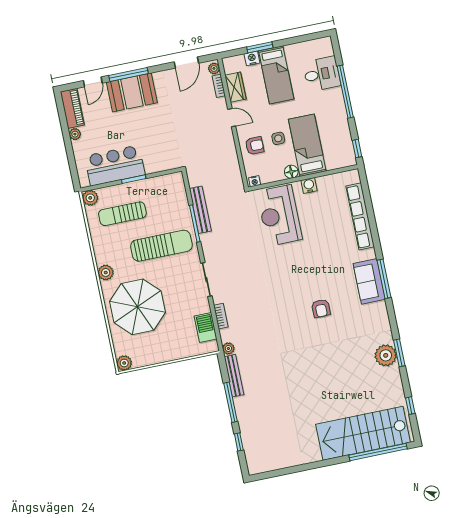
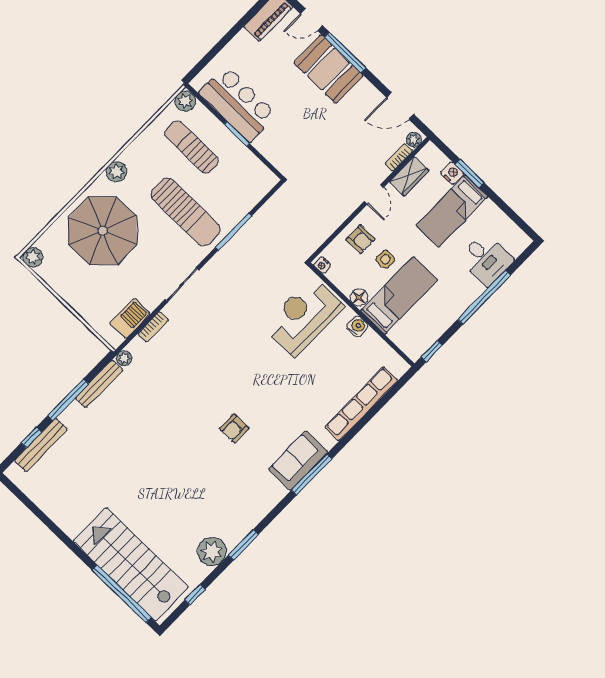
plant: (75, 134) -> (242, 38), removed
bench: (200, 210) -> (41, 445), moved
plant: (386, 355) -> (212, 551), moved

